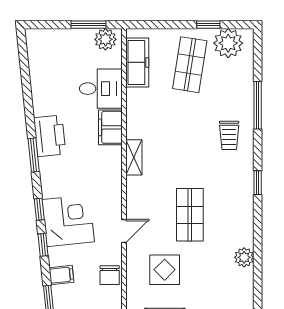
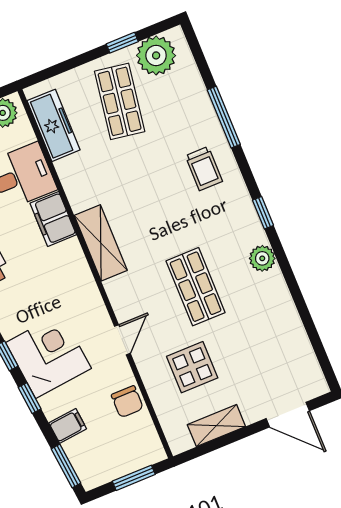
shelving: (134, 157) -> (101, 243), width x1.50, depth x1.33
plant: (244, 257) -> (262, 258), moved

